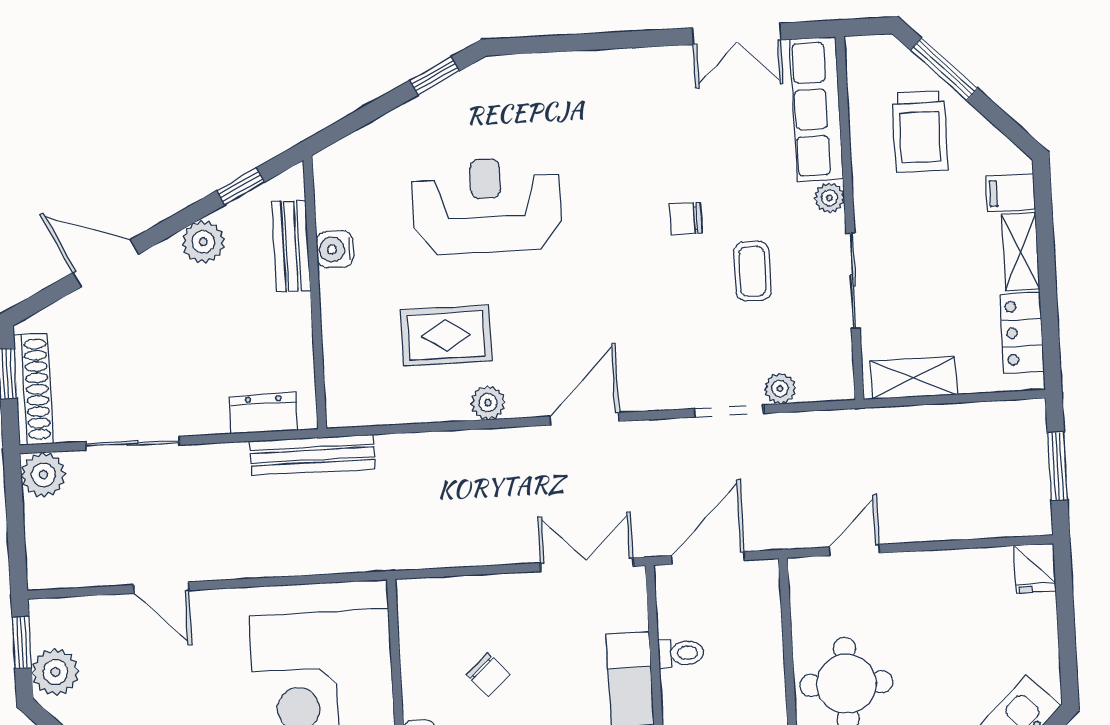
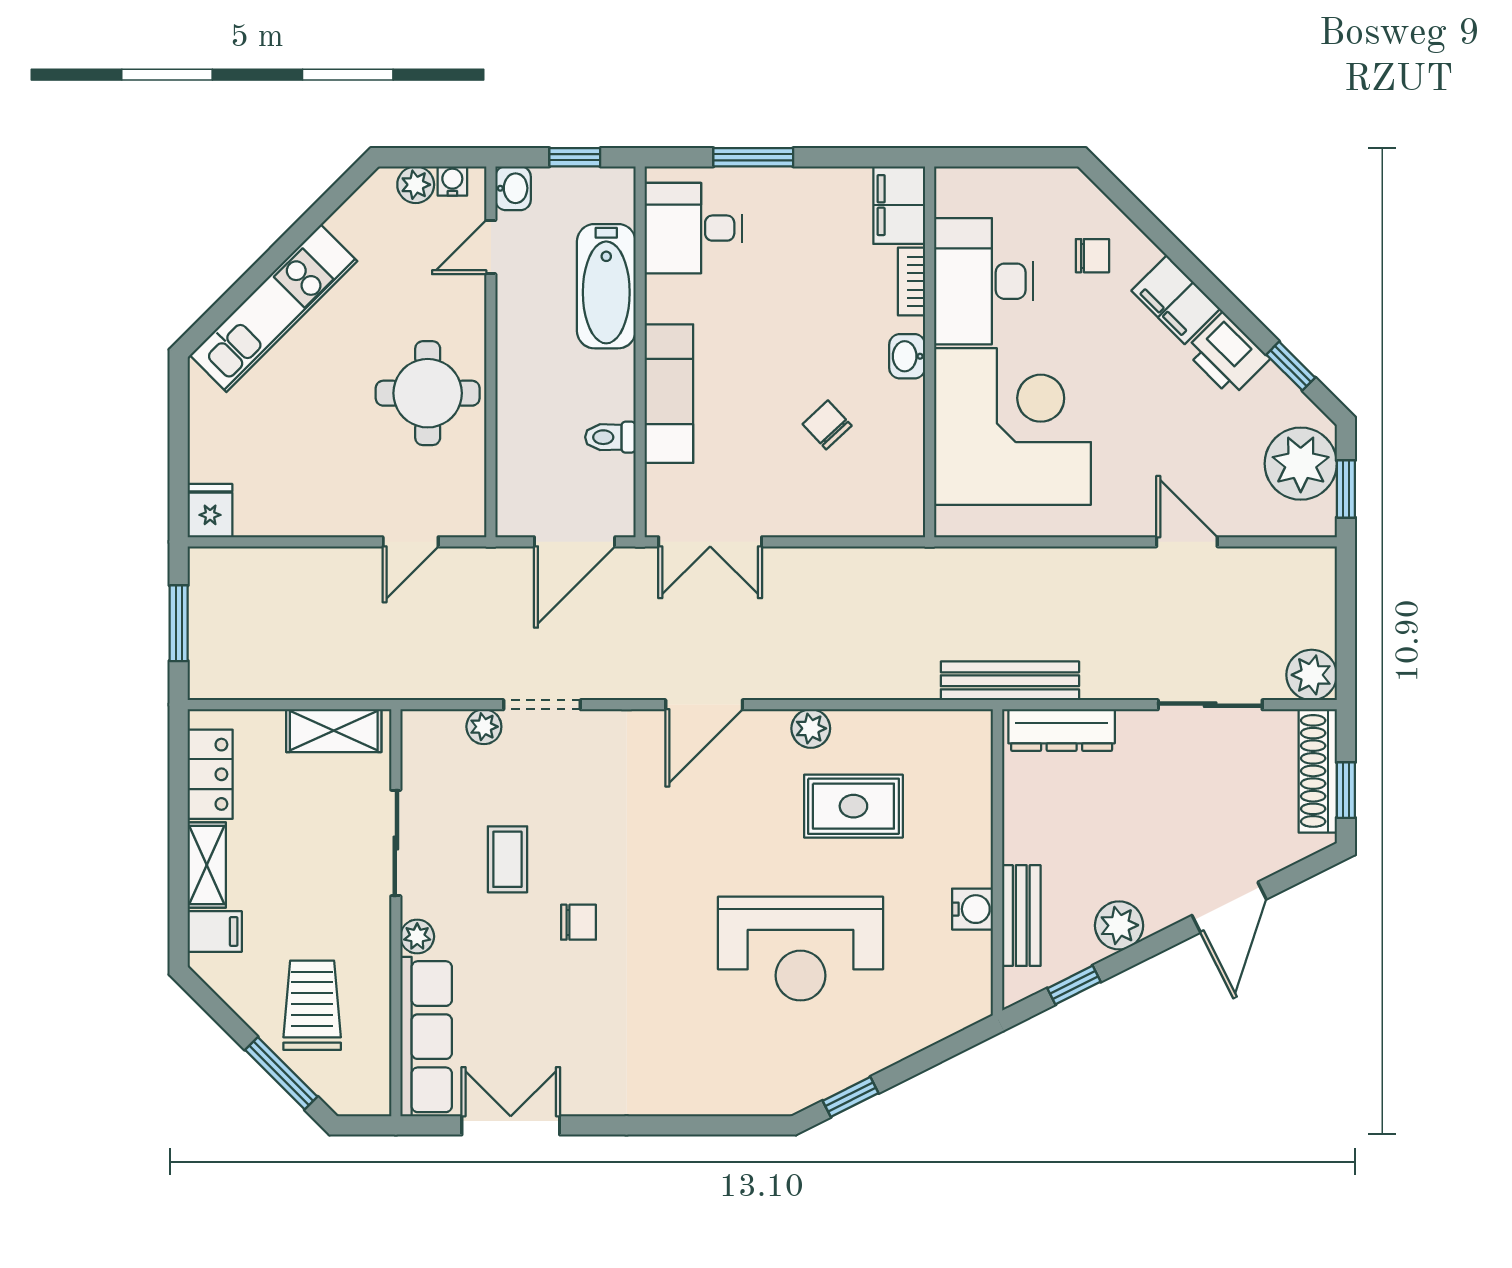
door: (106, 263) -> (1229, 907), hinge flipped
dresser: (264, 413) -> (1062, 730), width x1.44
plant: (55, 672) -> (1301, 464), width x1.36, depth x1.36

